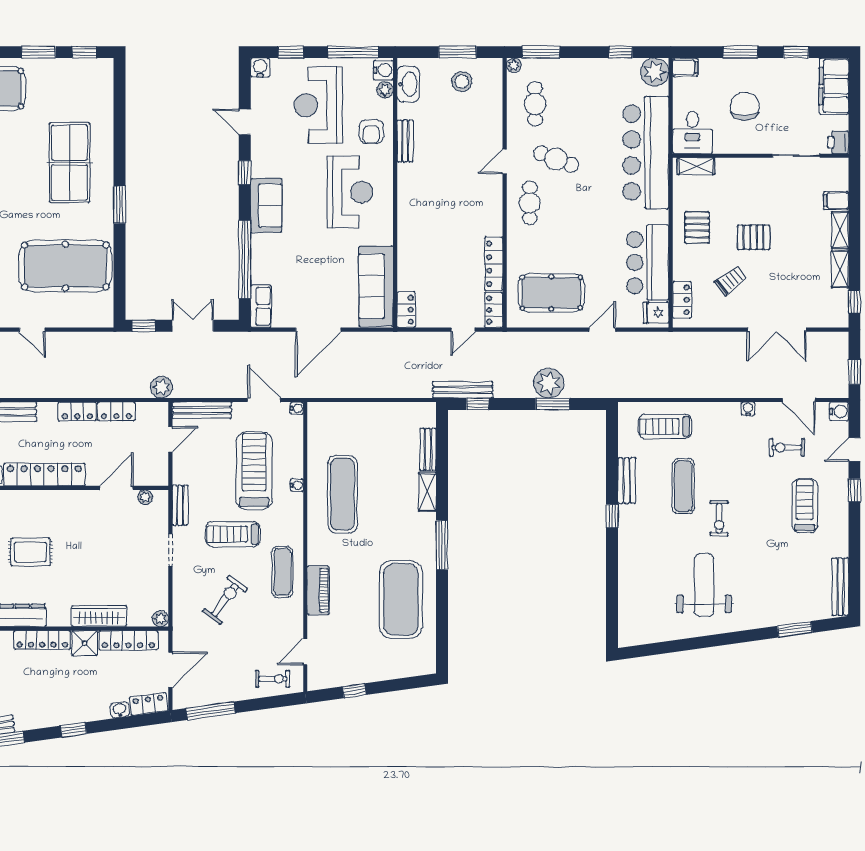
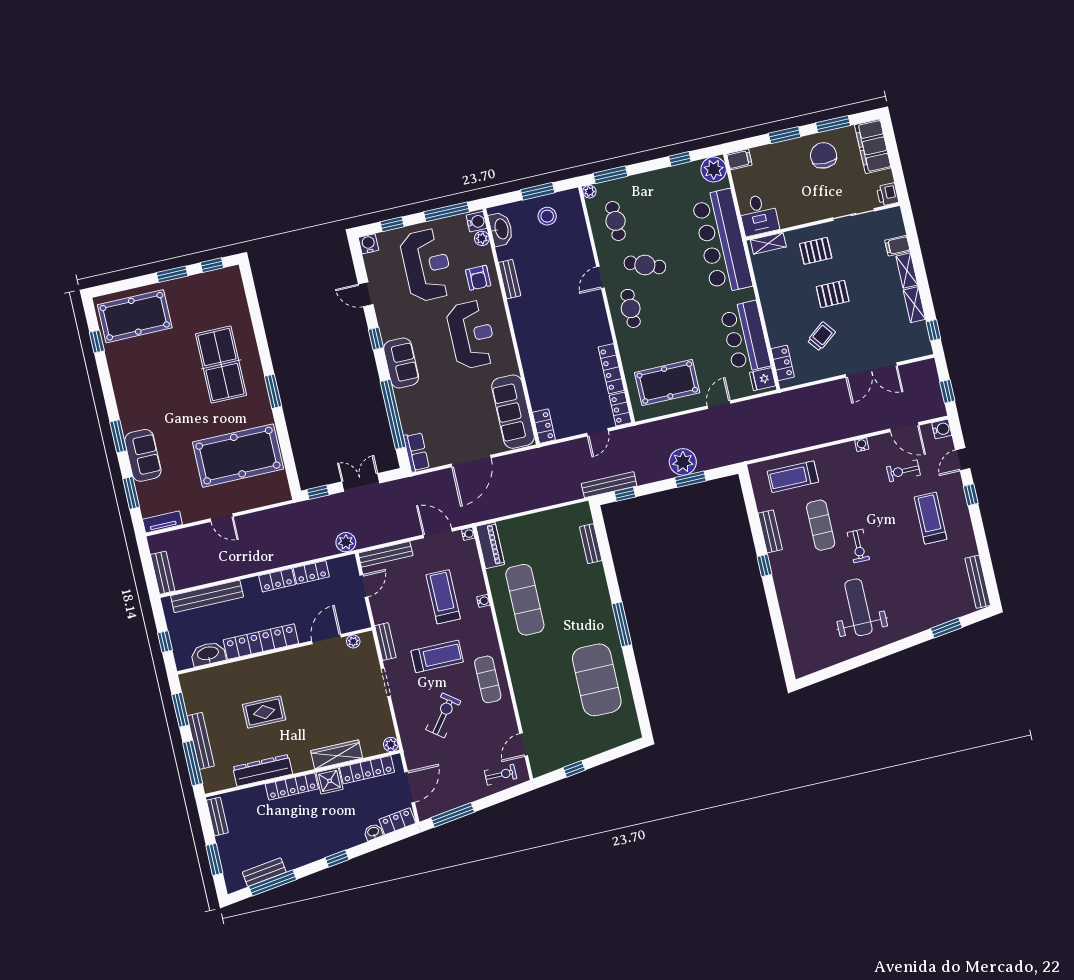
window: (796, 52) -> (833, 124), width x1.50
reception desk: (318, 105) -> (427, 265), turned 180
chair: (745, 106) -> (823, 155), moved
pallet: (697, 228) -> (816, 251), moved, turned 90
treadmill: (254, 471) -> (443, 597), width x0.73, depth x0.73
shelving: (427, 492) -> (599, 581), removed
treadmill: (233, 534) -> (437, 656), turned 180
piano: (318, 590) -> (490, 545), moved

